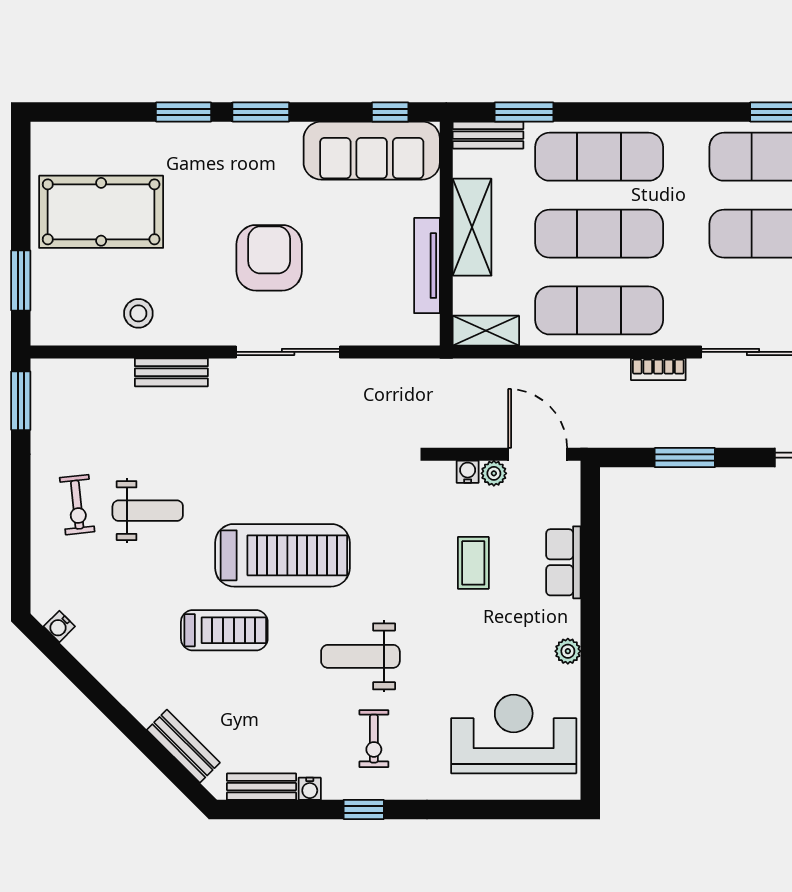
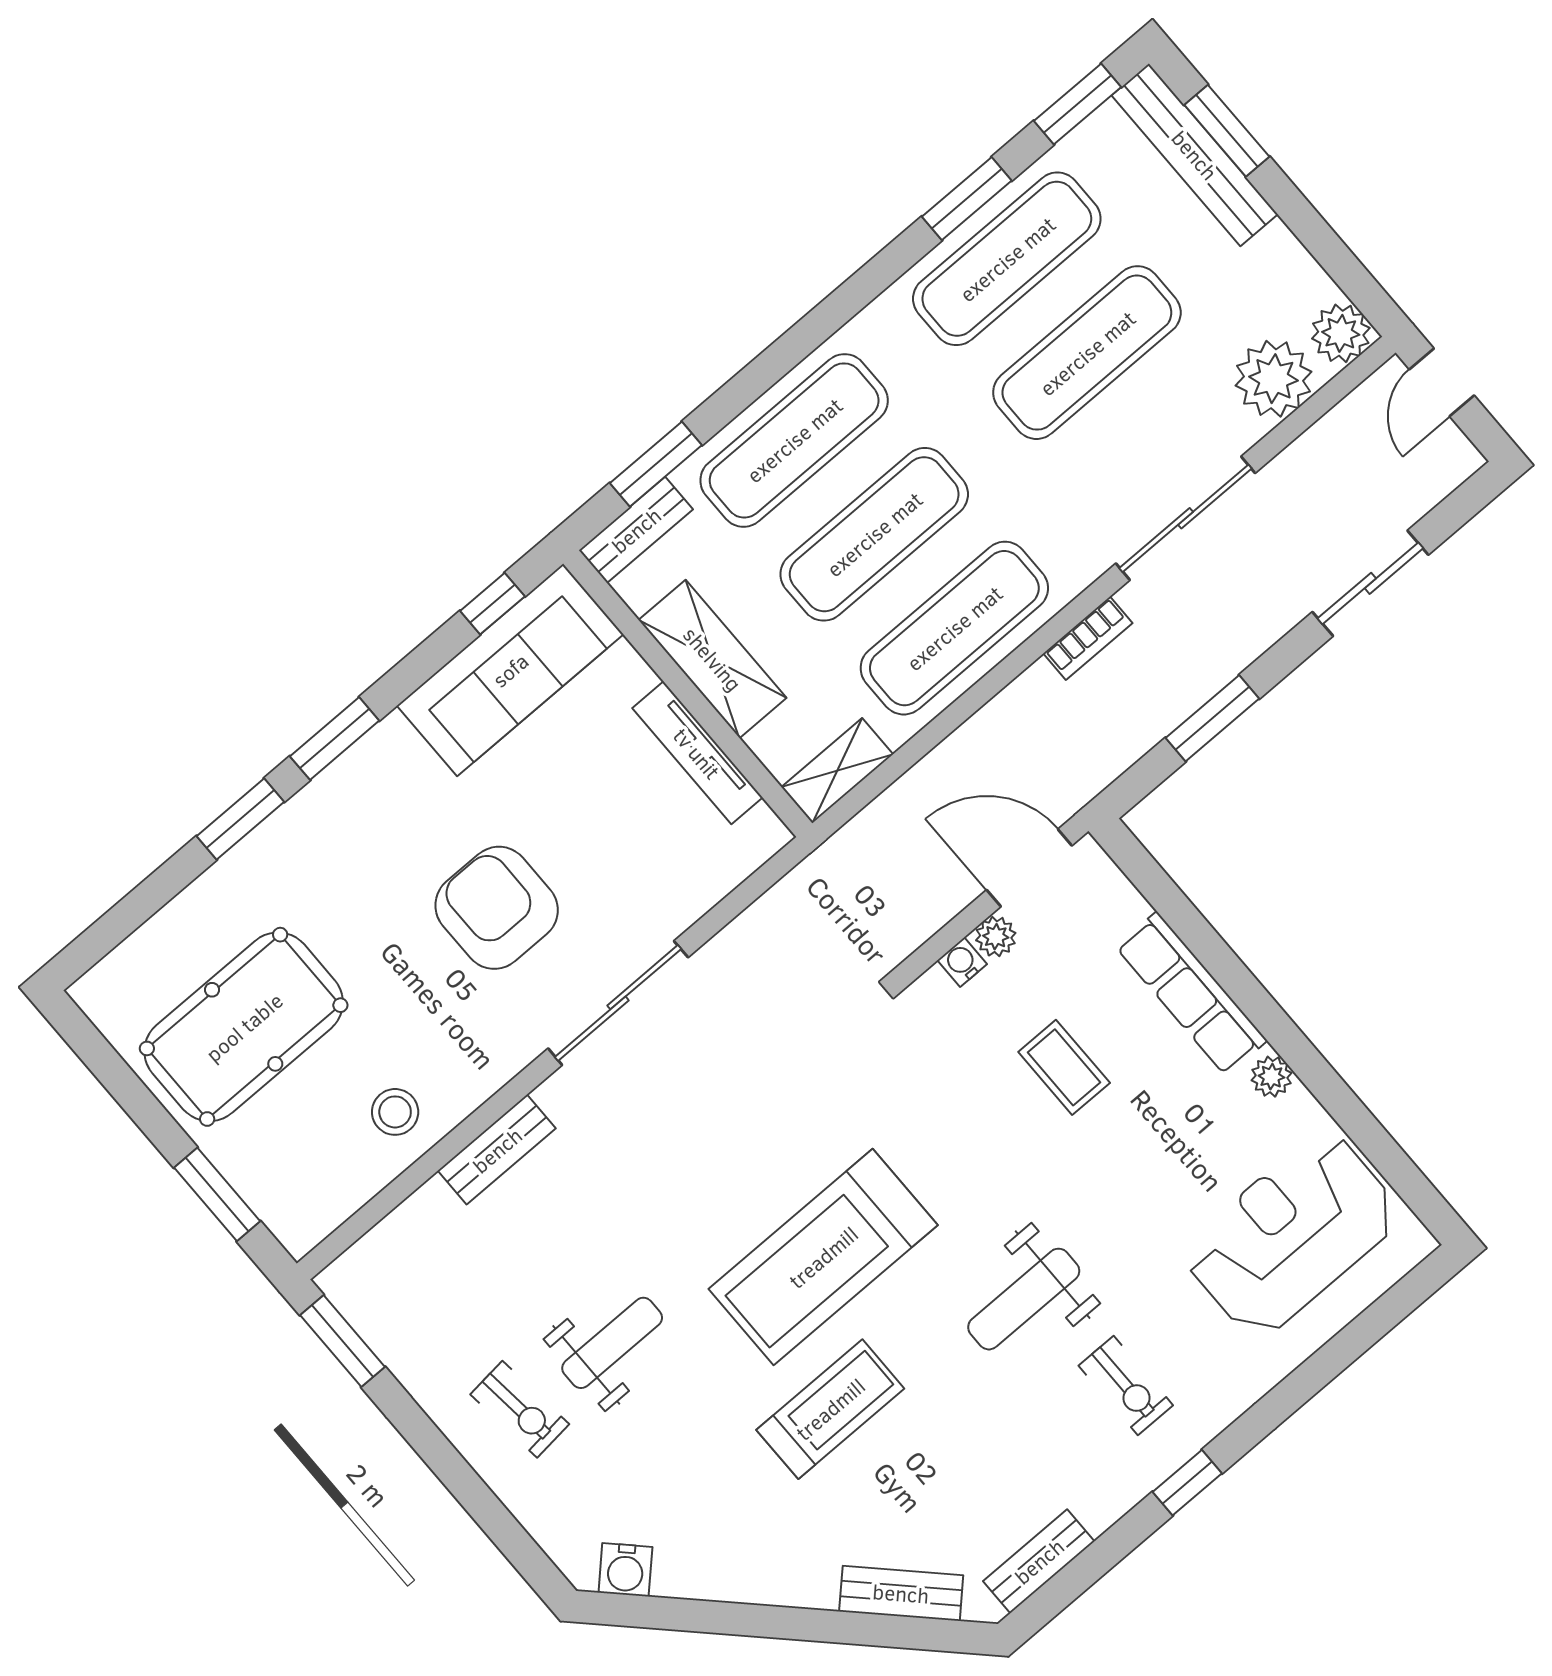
treadmill: (282, 555) -> (823, 1257), turned 180
row of seats: (563, 562) -> (1191, 994), width x1.48
water cooler: (59, 626) -> (625, 1570), width x1.38, depth x1.38
water cooler: (310, 789) -> (1100, 1514), removed

